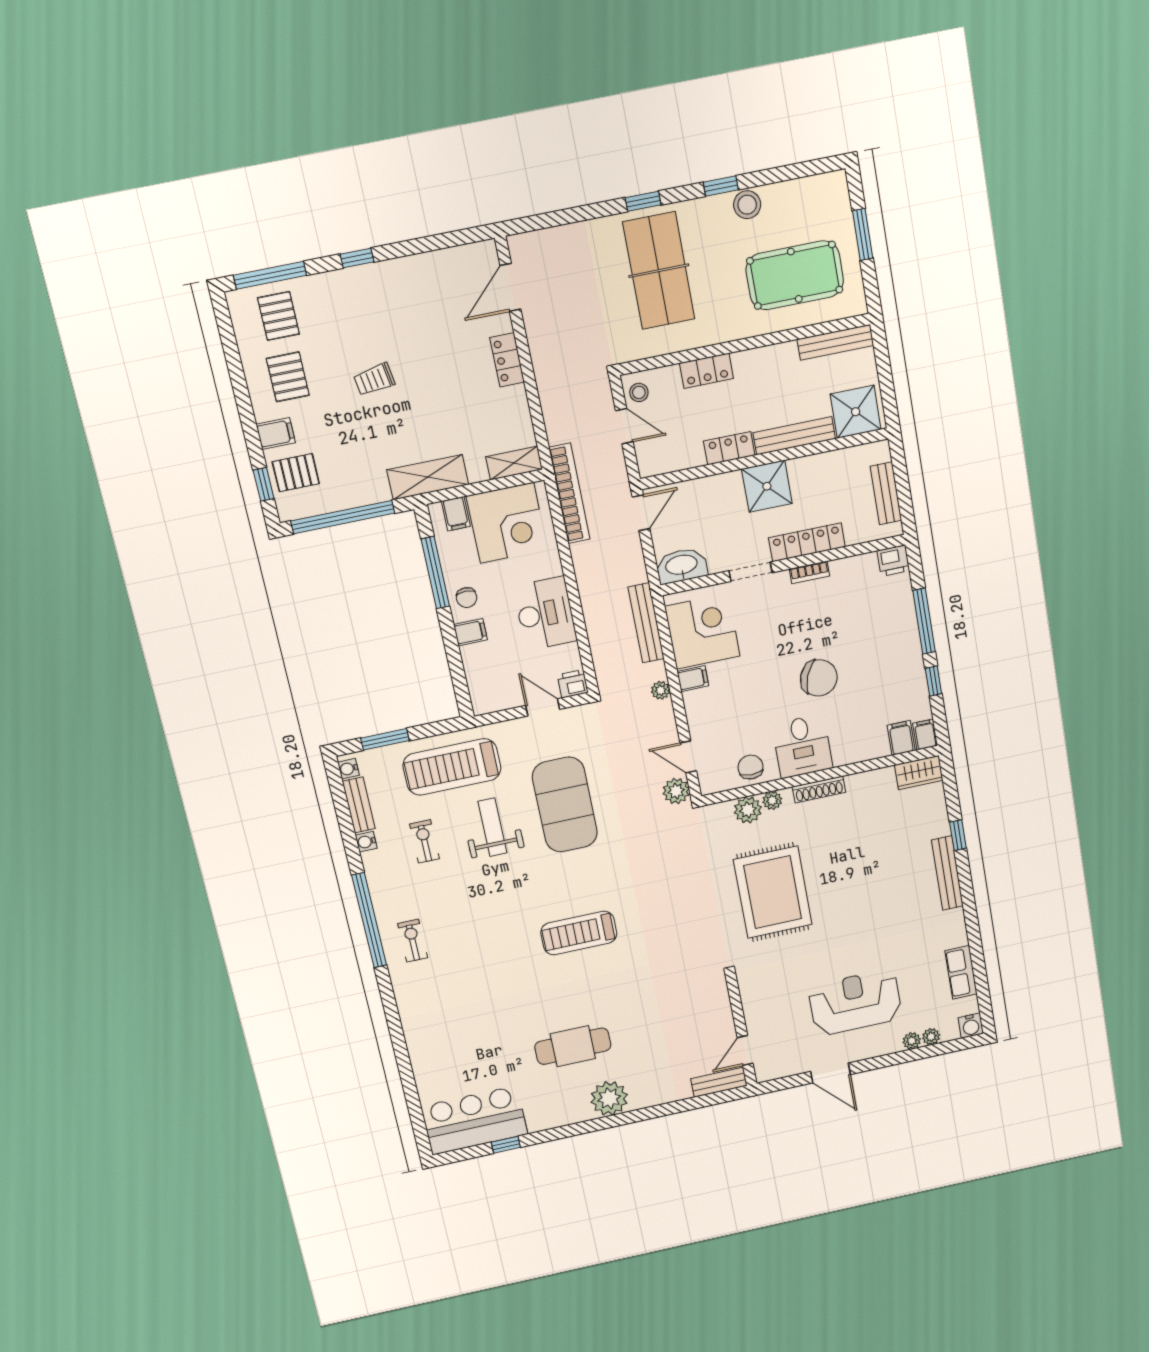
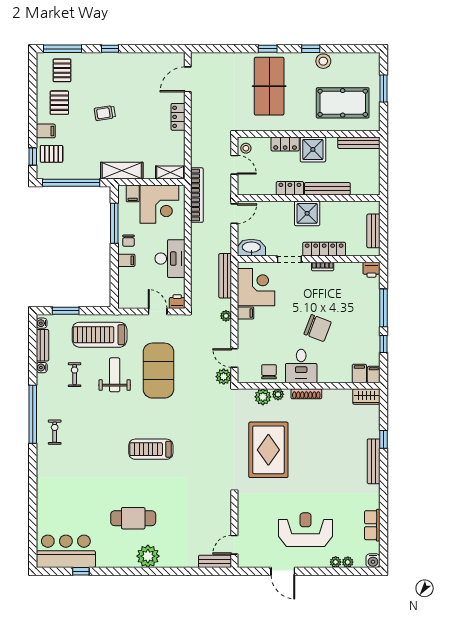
shower: (856, 412) -> (313, 149), moved

